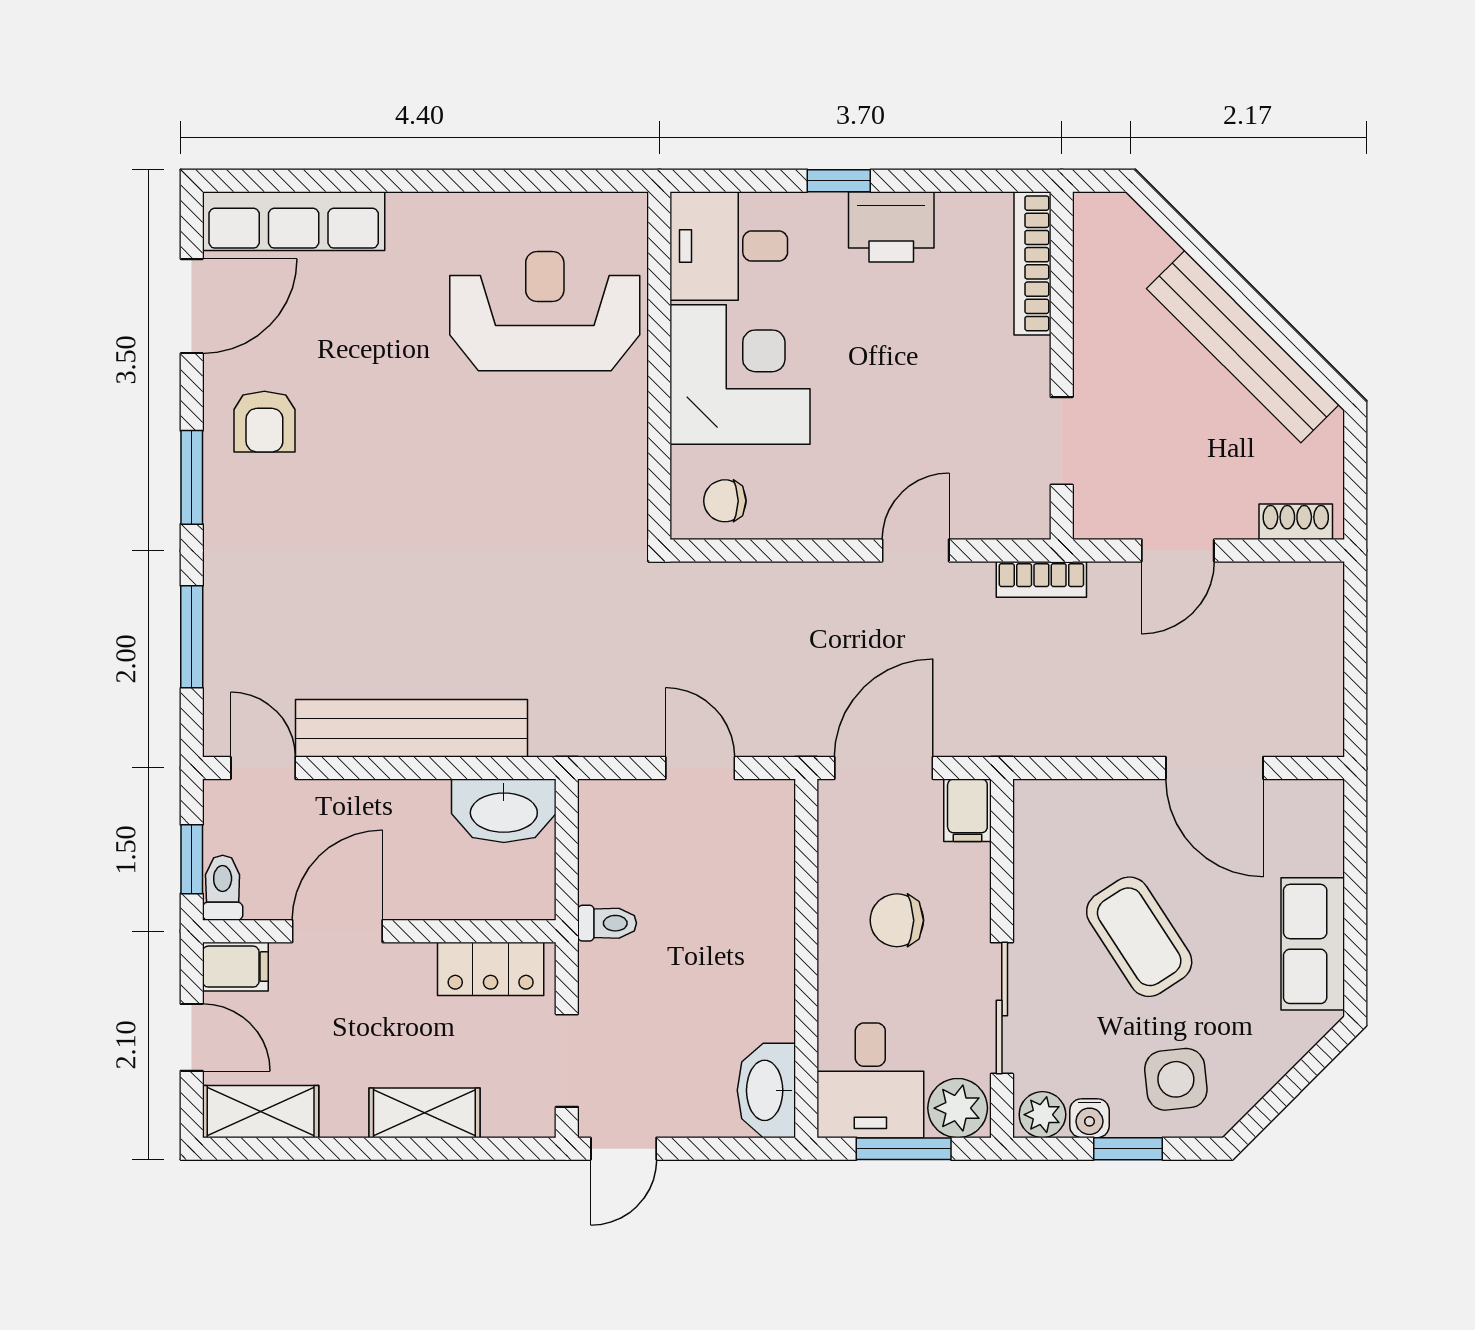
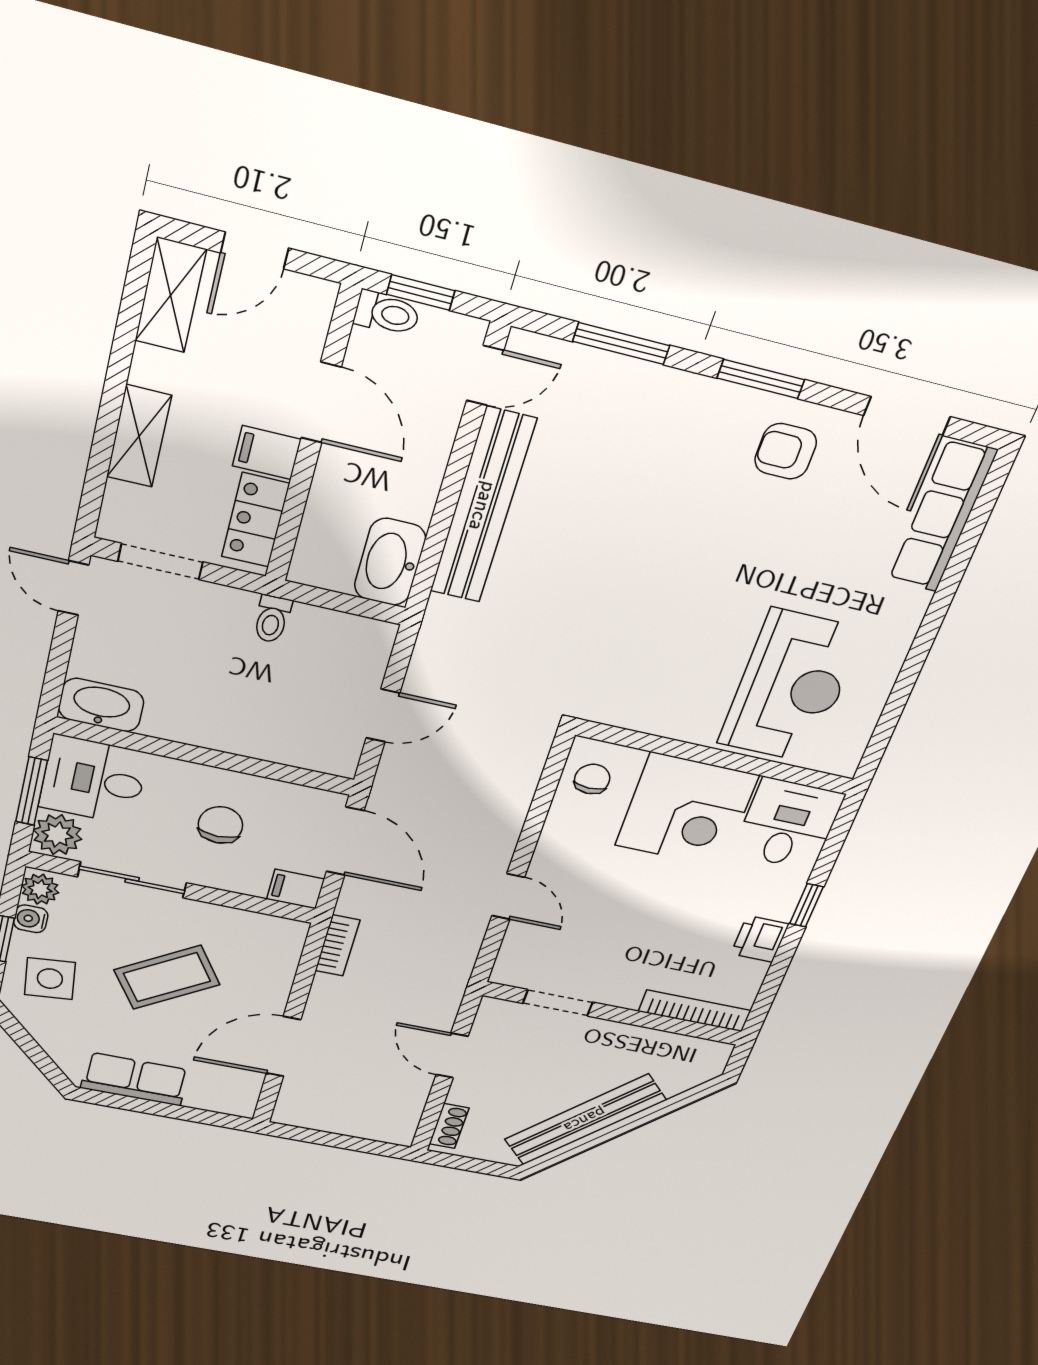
printer: (891, 227) -> (760, 939), width x0.73, depth x0.81
bookcase: (1041, 579) -> (337, 945), moved, turned 180
filing cabinet: (235, 967) -> (267, 453), moved, turned 90

